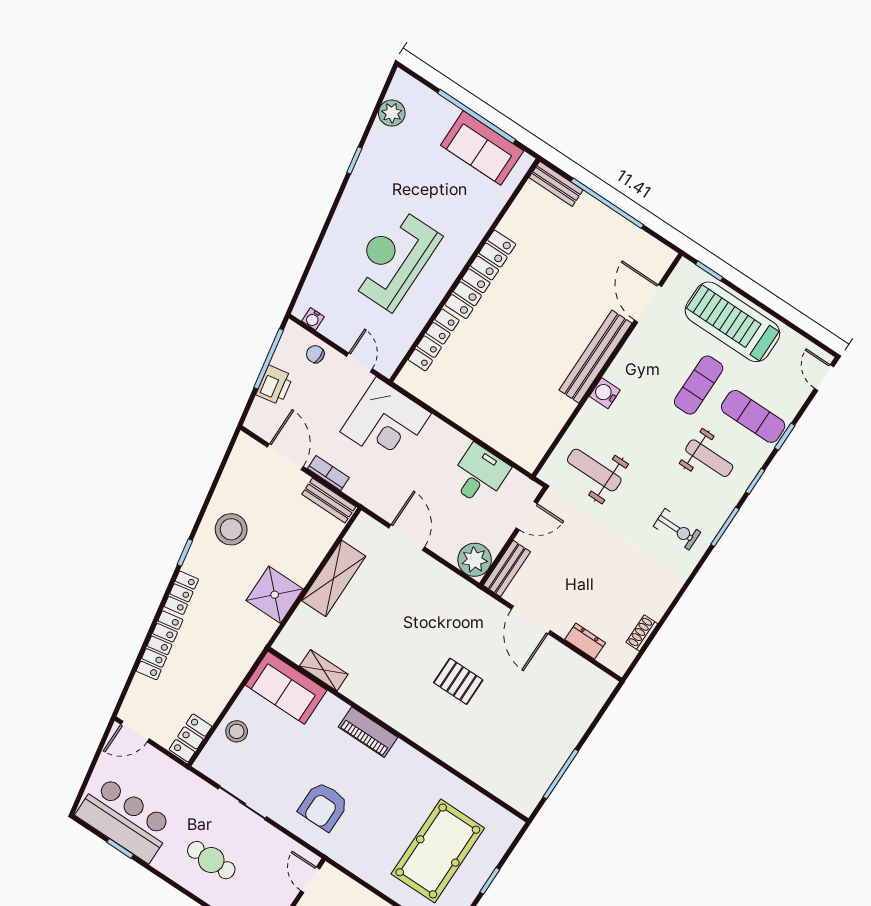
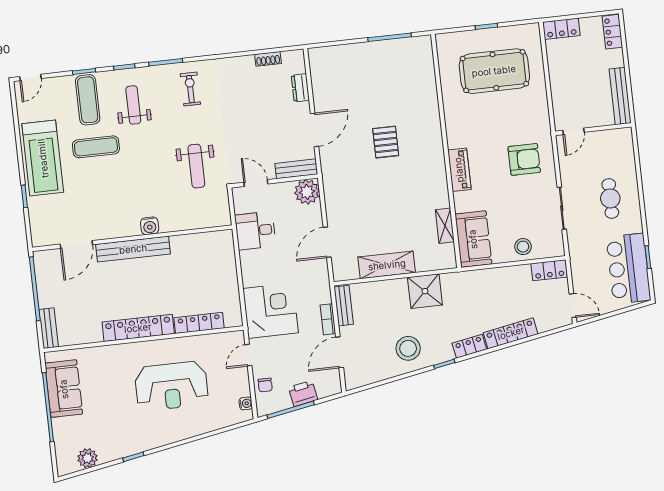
door: (648, 303) -> (76, 244), moved
bench: (595, 357) -> (133, 249), moved
wall: (607, 365) -> (132, 238), moved
water cooler: (605, 393) -> (150, 226), moved

